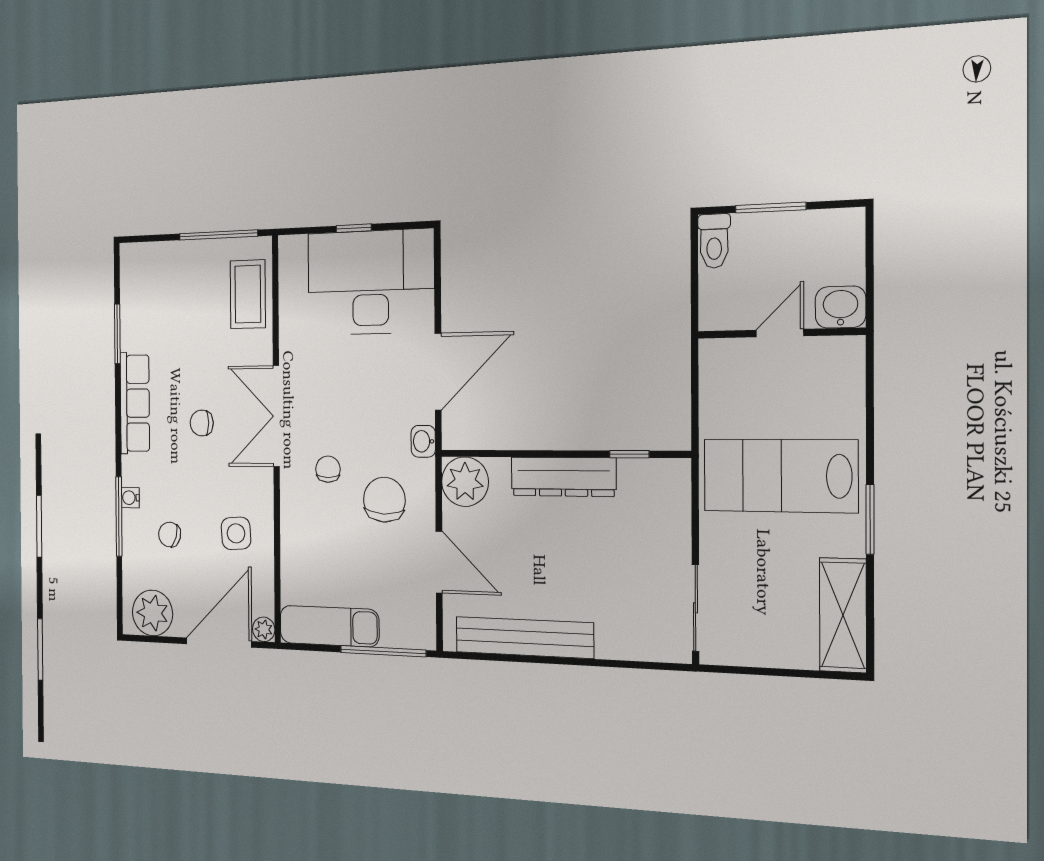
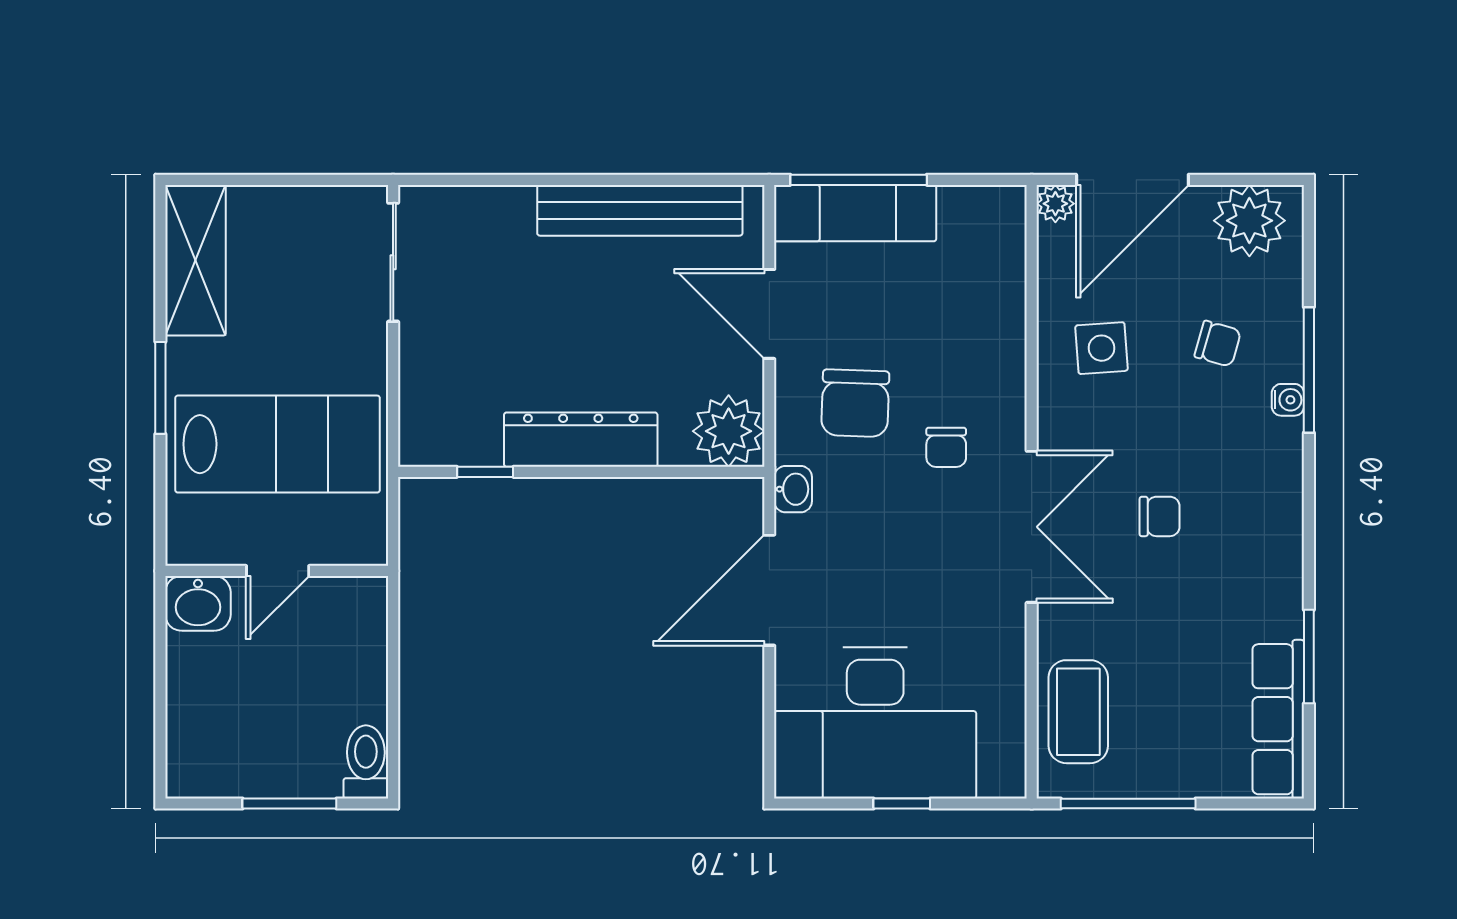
washbasin: (841, 307) -> (198, 603), moved
door: (780, 333) -> (278, 571), moved
wall: (780, 333) -> (277, 571), moved
row of seats: (135, 403) -> (1278, 719), moved
exam couch: (329, 626) -> (855, 213), moved

